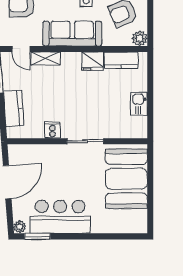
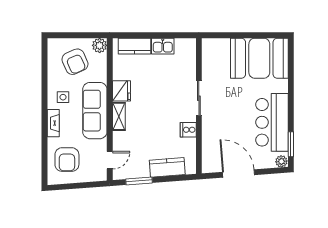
shelving: (45, 58) -> (119, 116), moved
kitchen counter: (121, 60) -> (134, 46), moved, turned 90
booth: (126, 179) -> (259, 58), moved

